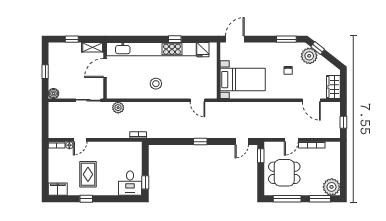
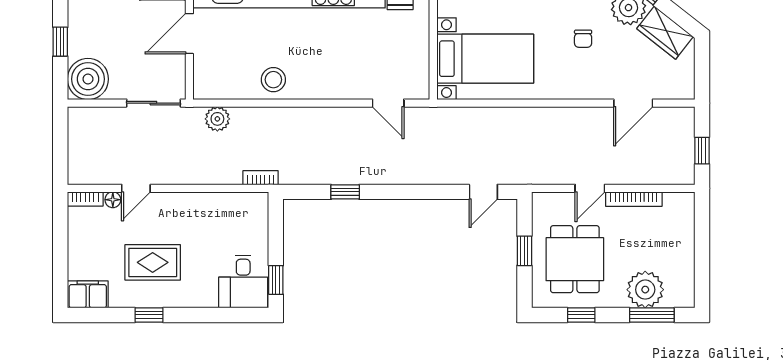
stool: (156, 84) -> (273, 80), moved
wardrobe: (333, 87) -> (665, 33), moved, turned -52
boiler: (53, 93) -> (88, 79), width x1.86, depth x1.86
door: (311, 100) -> (633, 103), hinge flipped
window: (200, 142) -> (345, 192), moved
window: (261, 156) -> (524, 251), moved
dining table: (284, 173) -> (575, 259), turned 90
rug: (88, 174) -> (153, 262), turned 90
plant: (332, 187) -> (645, 290), moved
window: (287, 199) -> (581, 315), width x0.46

